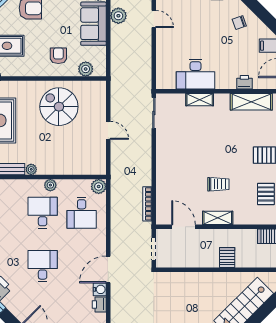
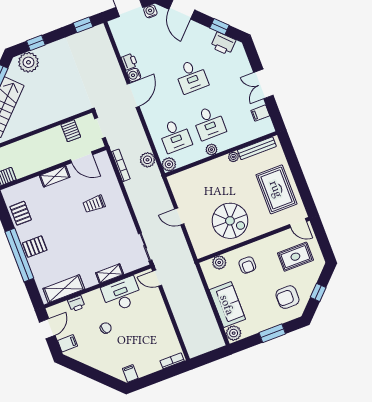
plant: (118, 16) -> (147, 160), moved
door: (154, 19) -> (157, 278), moved
chair: (239, 23) -> (106, 328), moved
trolley: (218, 184) -> (94, 204), moved
desk: (82, 213) -> (175, 136), turned 180
server rack: (227, 257) -> (71, 131), moved

